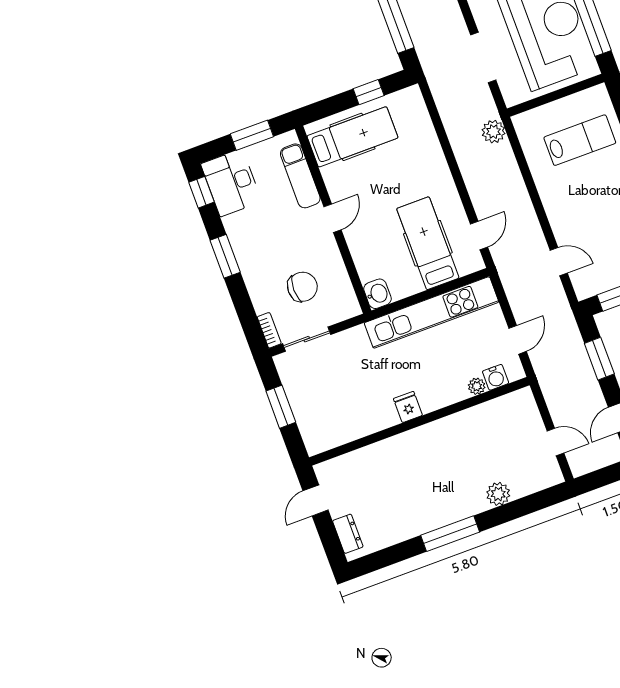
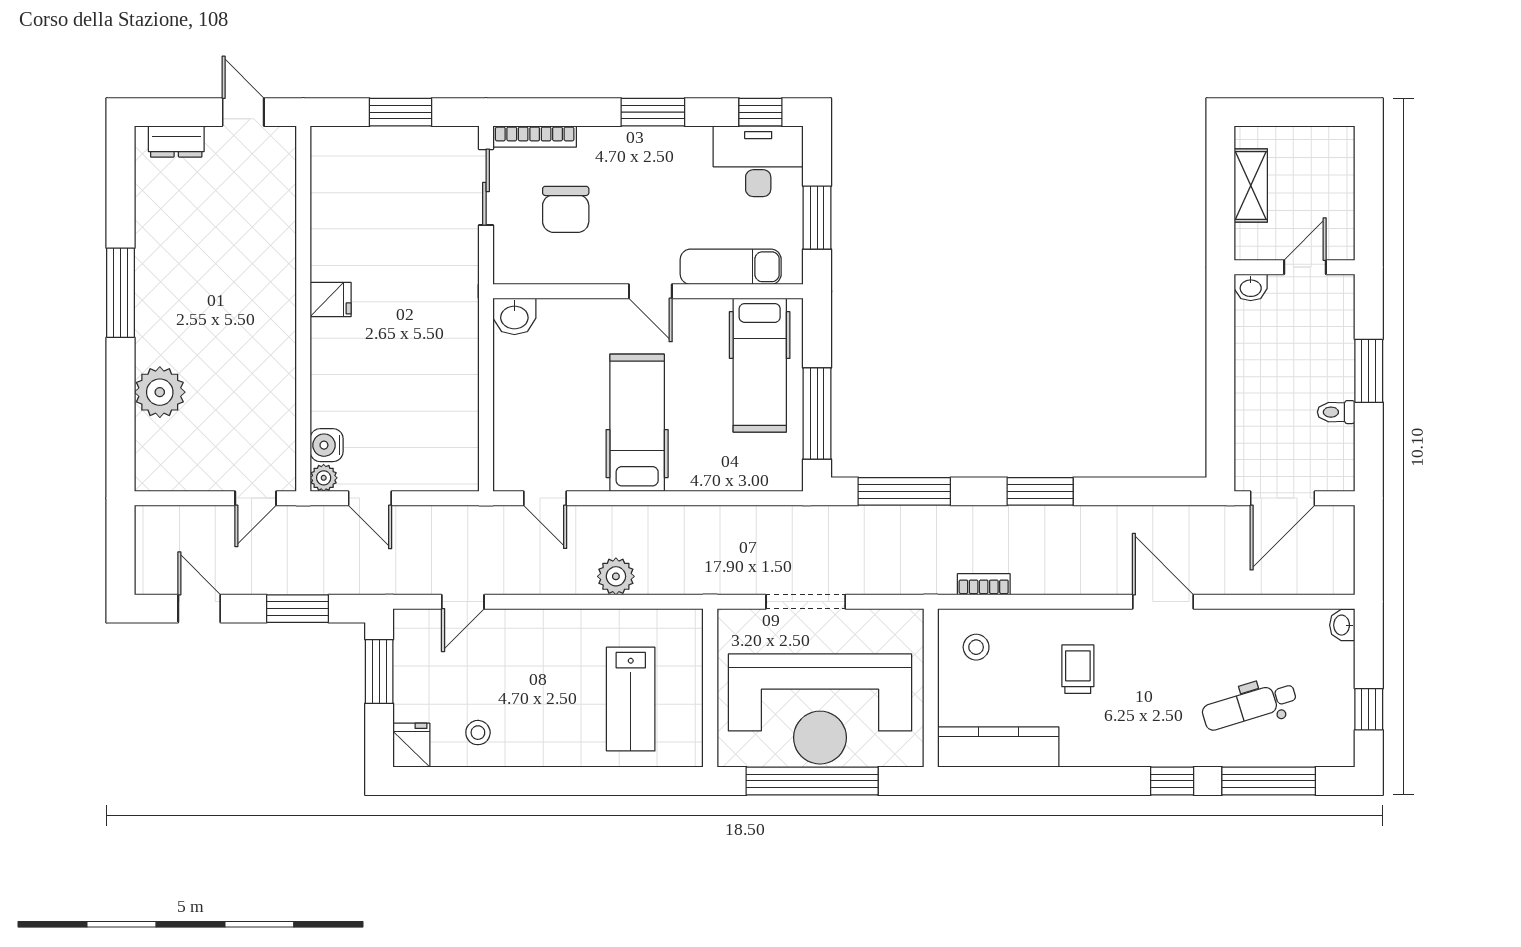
window: (369, 92) -> (817, 413), width x2.17
plant: (493, 132) -> (616, 576), moved
hospital bed: (428, 243) -> (637, 423), moved, turned -90
kitchen unit: (431, 312) -> (457, 386), removed
bookcase: (269, 330) -> (535, 137), width x1.56
plant: (477, 386) -> (324, 478), moved
door: (555, 442) -> (256, 498), moved
plant: (498, 494) -> (160, 392), width x1.36, depth x1.36

